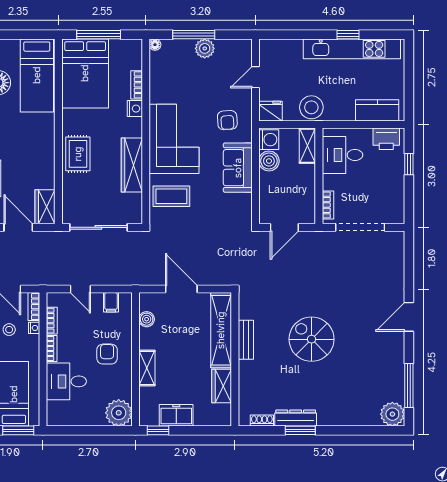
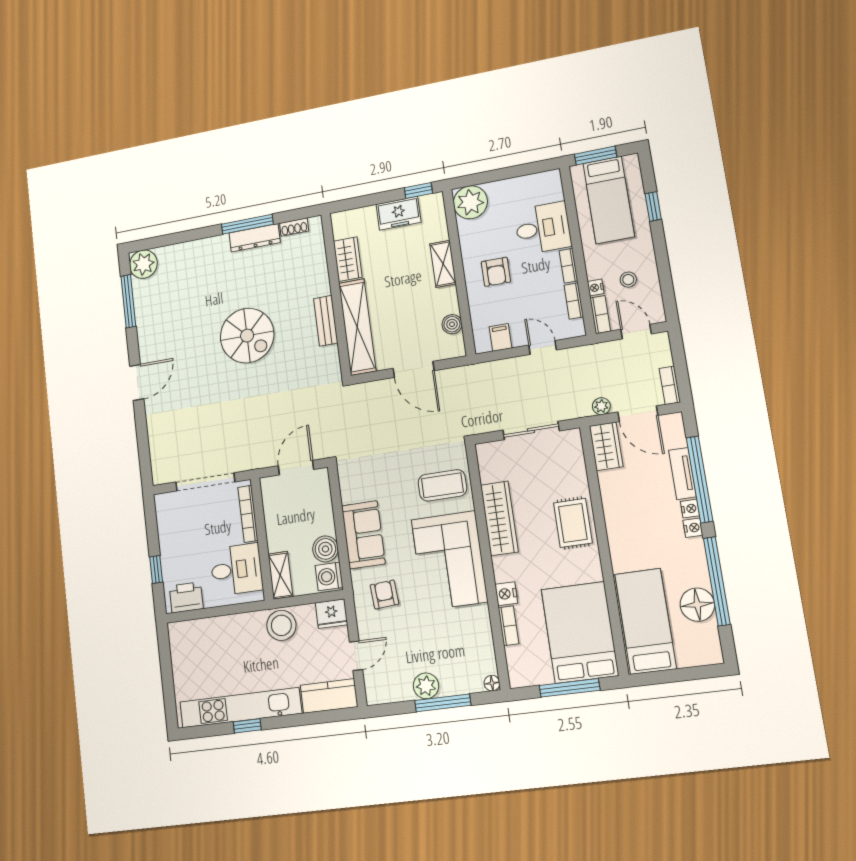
kitchen counter: (377, 110) -> (329, 696), moved, turned 180
bookcase: (328, 205) -> (248, 514), width x1.56
sliding door: (98, 227) -> (531, 431), width x0.73
plant: (44, 237) -> (601, 406), added
window: (300, 430) -> (247, 224), width x1.44

